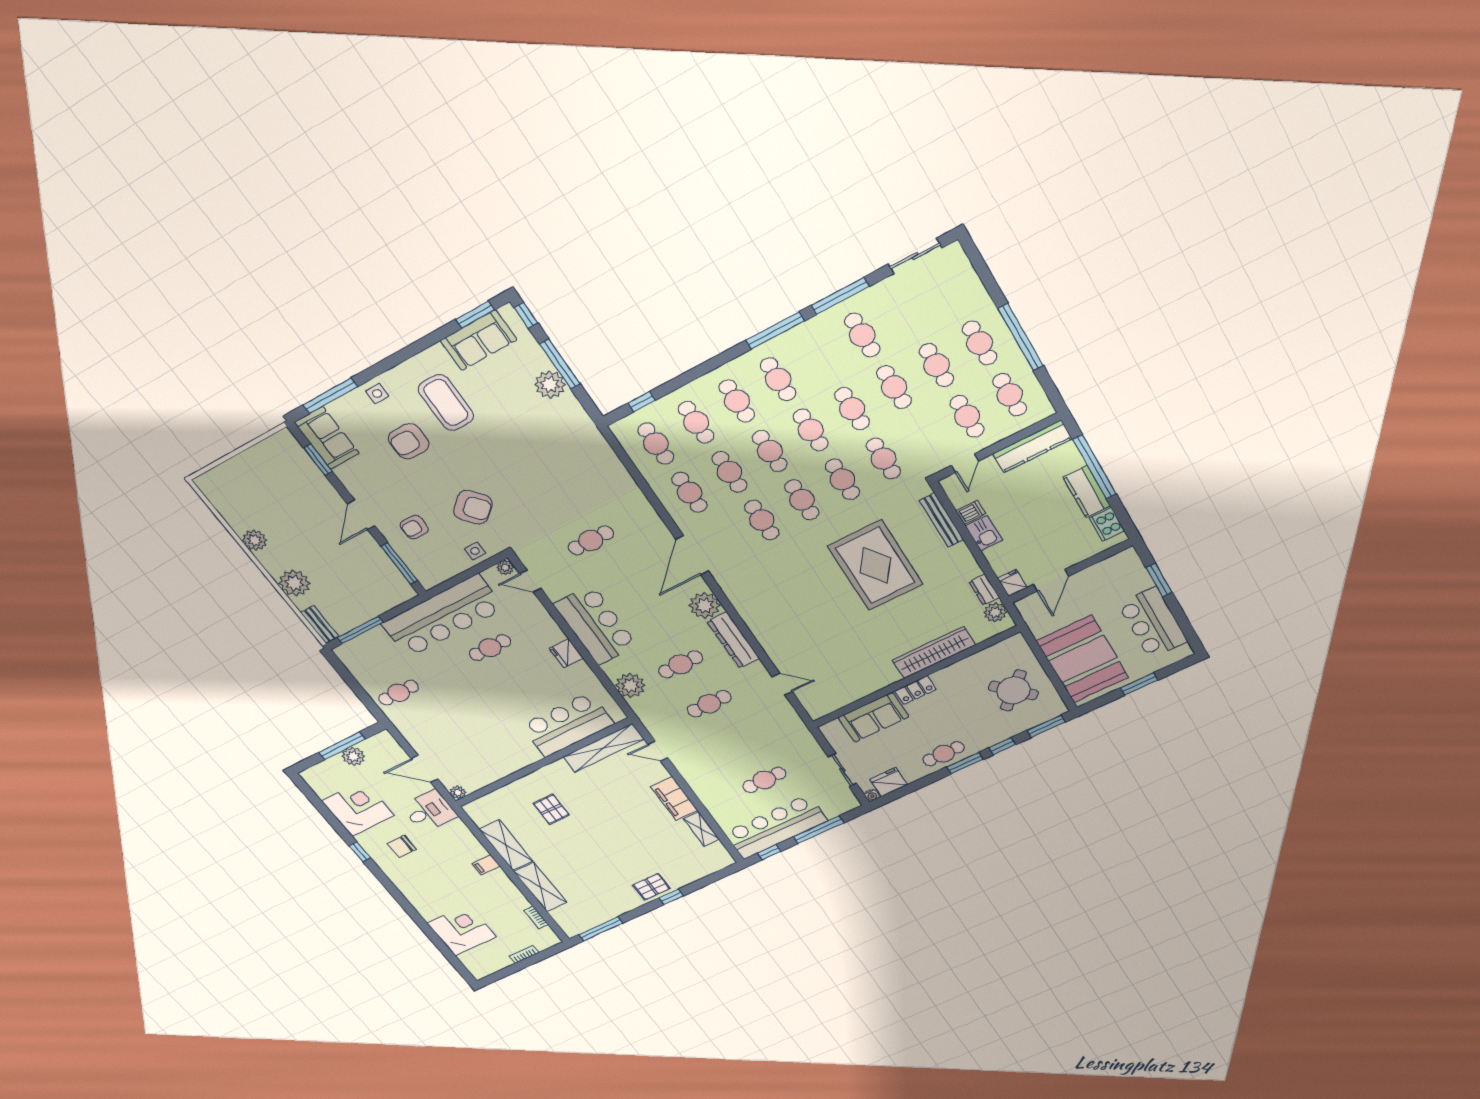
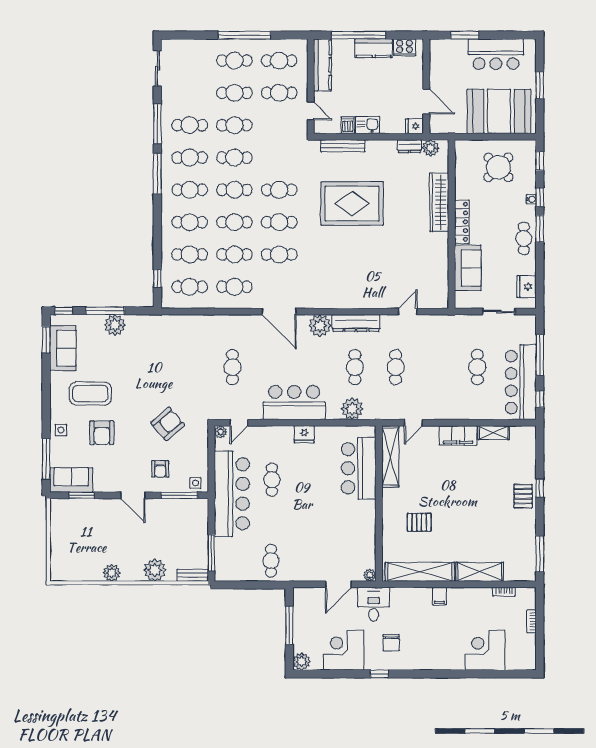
cafe table: (883, 459) -> (190, 158), moved
side table: (475, 551) -> (195, 483), moved
locker: (915, 690) -> (462, 222), width x1.53
window: (1046, 726) -> (540, 161), width x0.67
plant: (353, 756) -> (302, 662), moved
water cooler: (872, 795) -> (531, 199), moved
shelving: (506, 845) -> (420, 572), width x1.47

